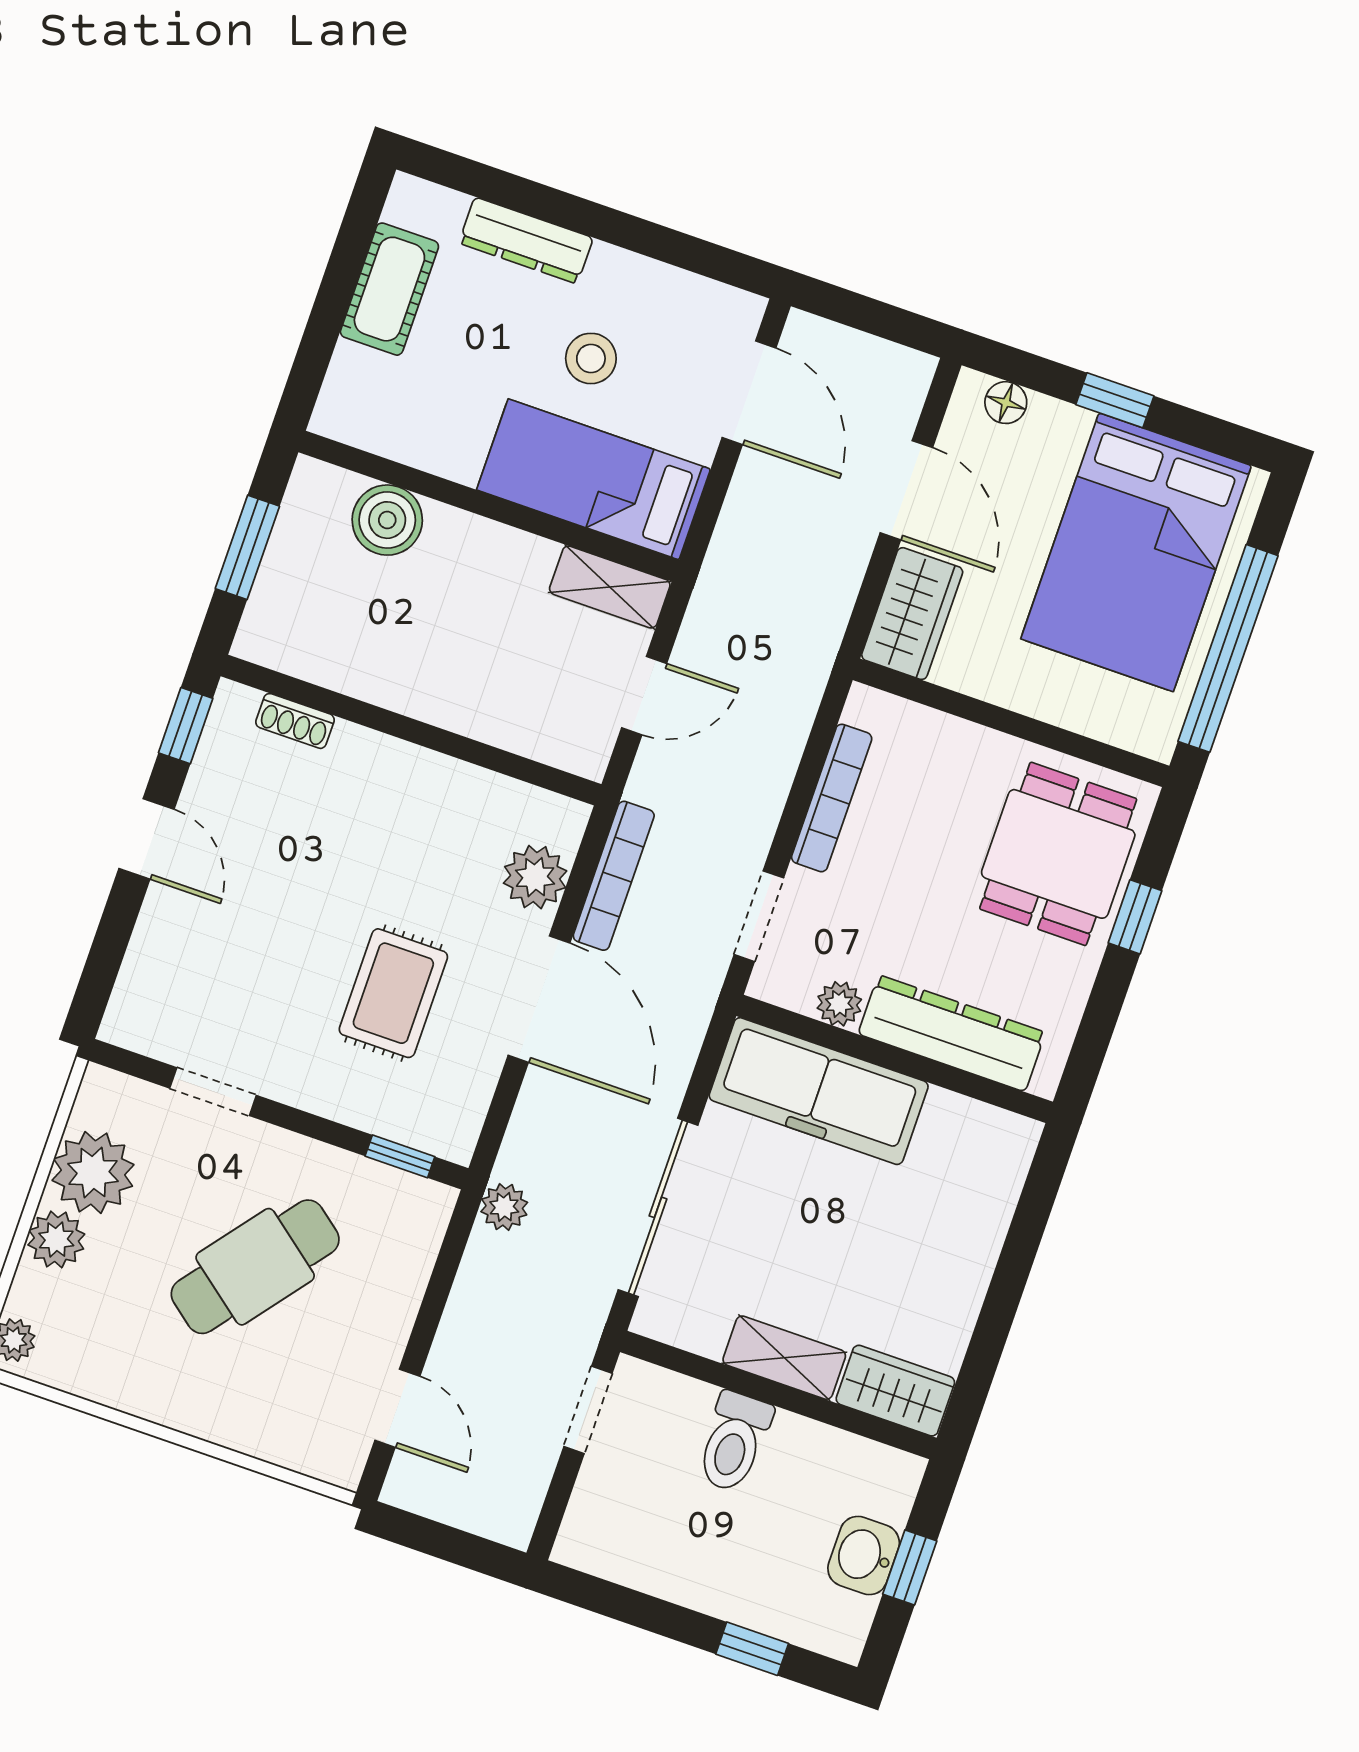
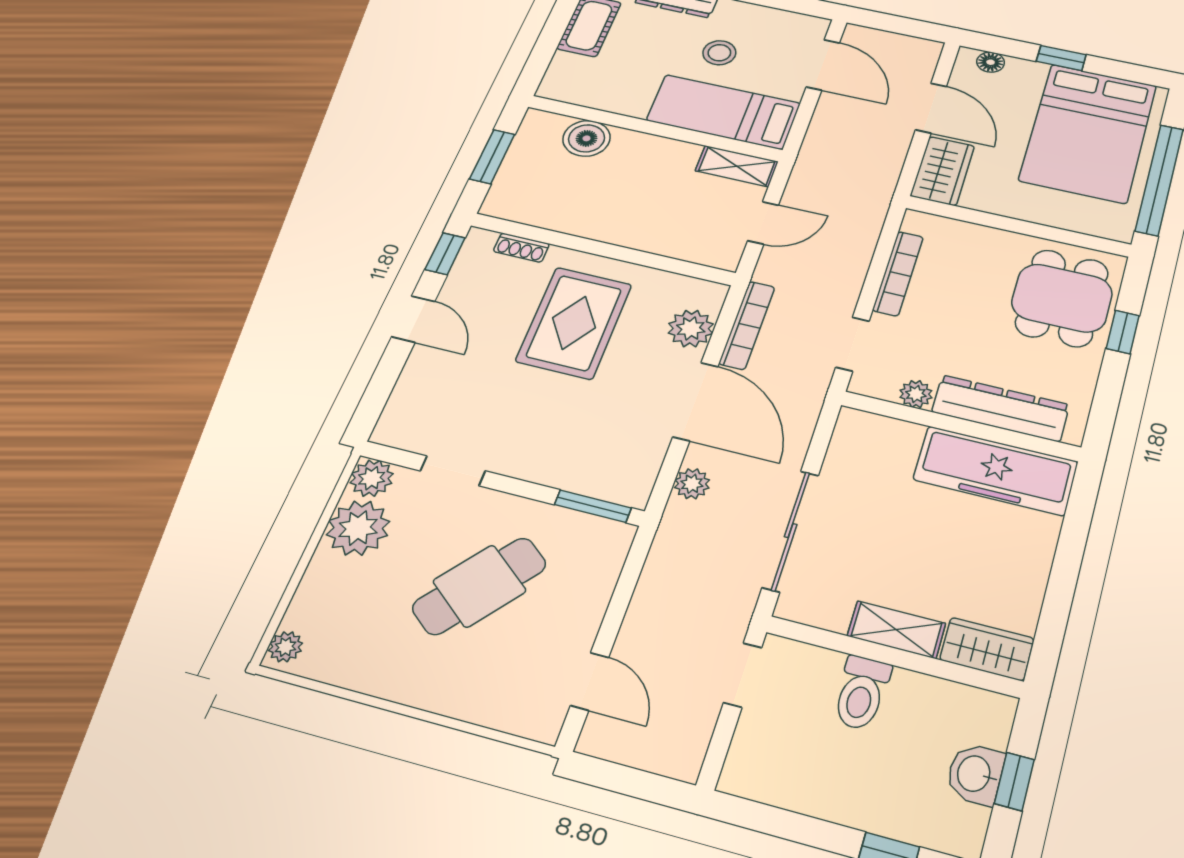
rug: (393, 993) -> (574, 323), moved, width x1.36, depth x1.43
freezer: (819, 1091) -> (996, 471), moved
window: (400, 1156) -> (593, 506), width x1.50
plant: (504, 1207) -> (692, 484), moved
plant: (56, 1239) -> (372, 478), moved

